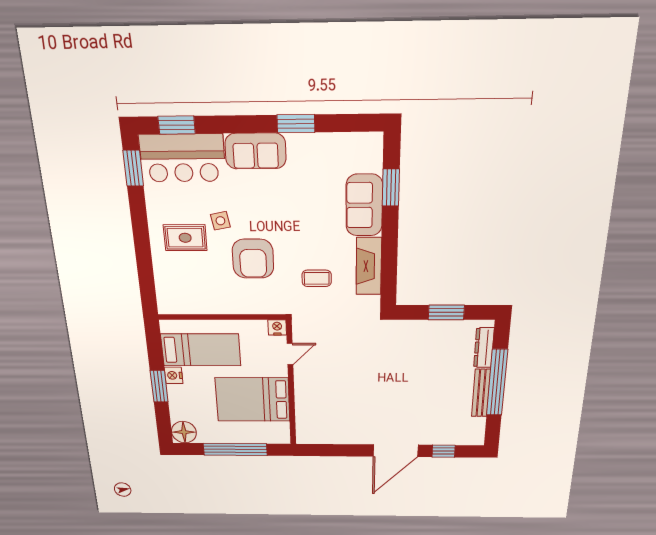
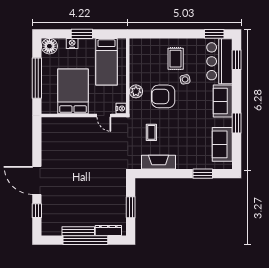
sofa: (364, 205) -> (222, 144), moved, turned -90
plant: (247, 304) -> (136, 91), added
nightstand: (174, 375) -> (72, 43), moved

